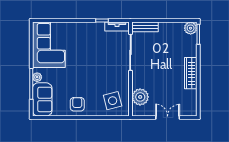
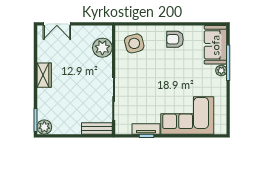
tv unit: (117, 26) -> (146, 129), moved
corner sofa: (49, 45) -> (187, 115), moved, turned 90
wardrobe: (191, 73) -> (44, 75), width x0.67
armchair: (77, 104) -> (175, 39), turned 90
double door: (168, 118) -> (57, 24), moved

